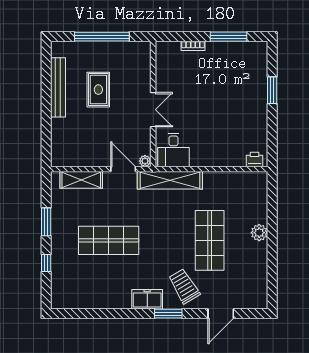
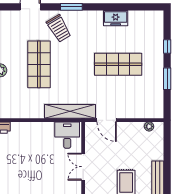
plant: (145, 161) -> (149, 126), moved
shelving: (81, 180) -> (139, 112), removed
freezer: (147, 299) -> (116, 18), moved

